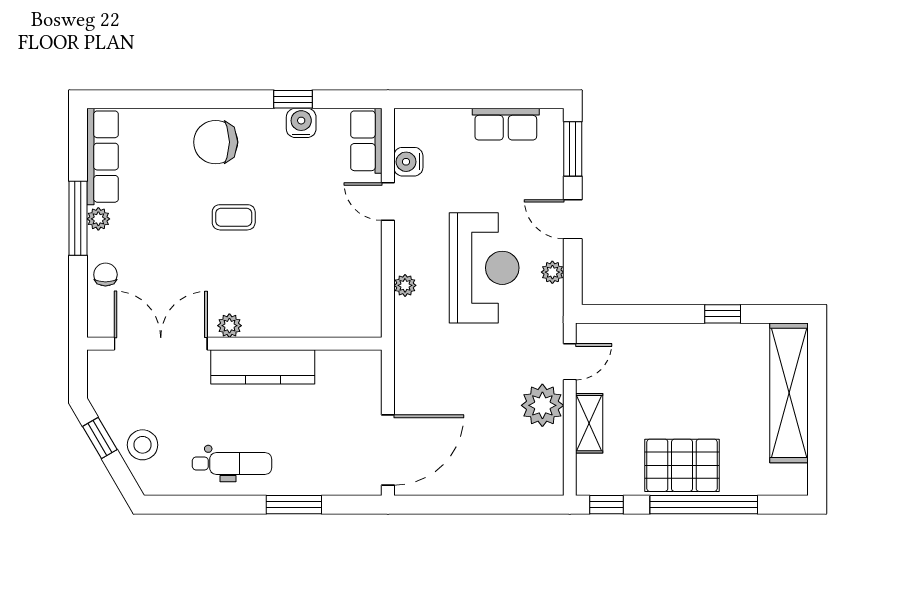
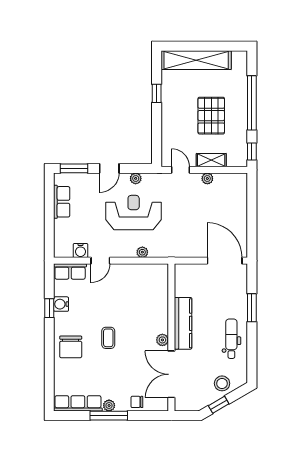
plant: (542, 405) -> (207, 179), width x0.53, depth x0.53
pallet: (682, 465) -> (211, 116), moved

